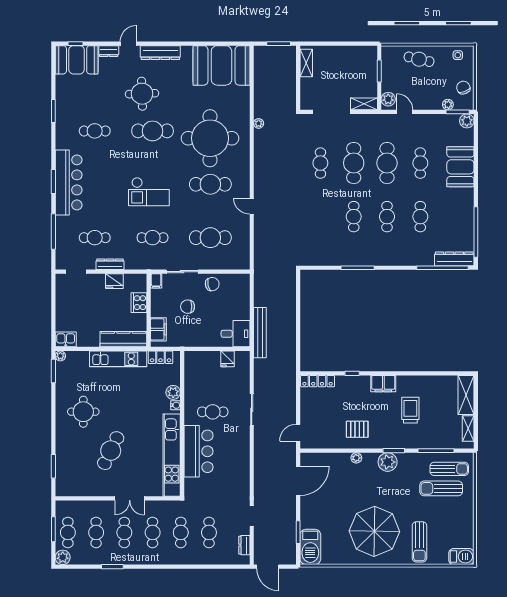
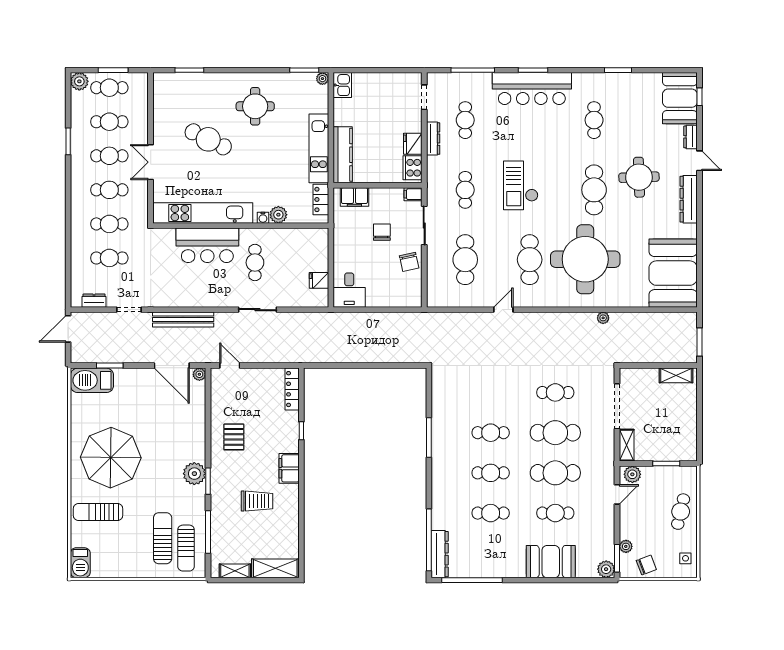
cooker: (139, 303) -> (413, 168), moved, turned -90
bench: (260, 333) -> (183, 320), moved
plant: (356, 458) -> (199, 374), moved

